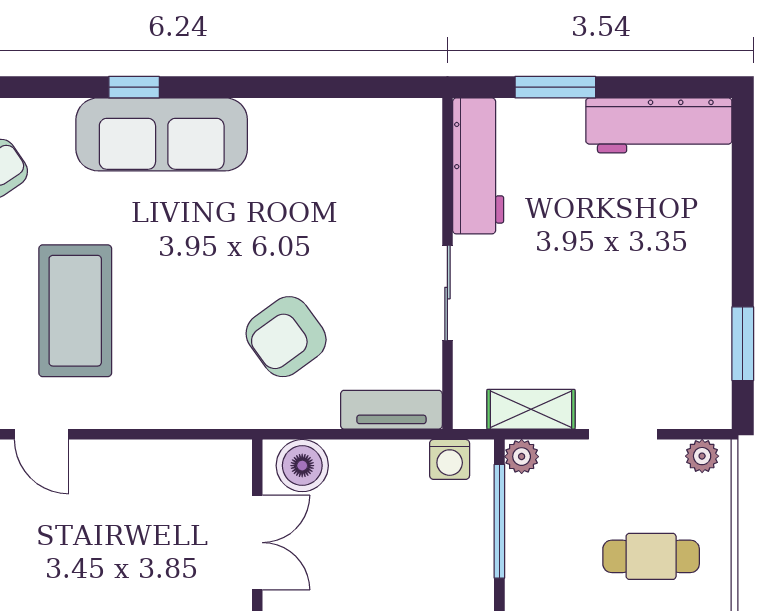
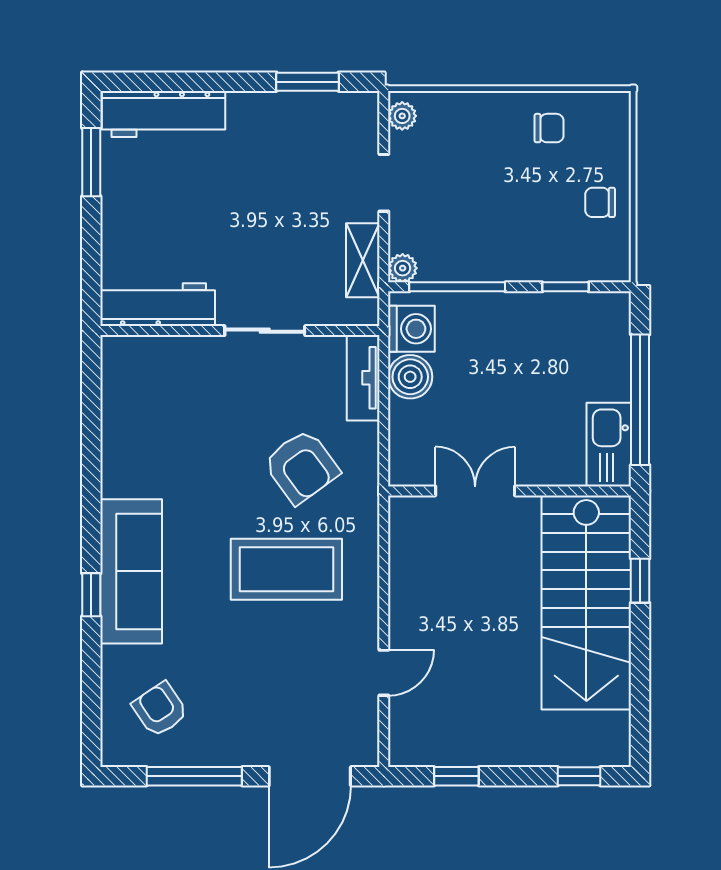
window: (555, 87) -> (91, 162), moved
workbench: (659, 125) -> (163, 114), moved, turned 90
coffee table: (75, 311) -> (286, 569), moved
washing machine: (450, 459) -> (411, 329), width x1.38, depth x1.38
boiler: (302, 466) -> (410, 377), moved
cafe table: (651, 556) -> (487, 159), removed

